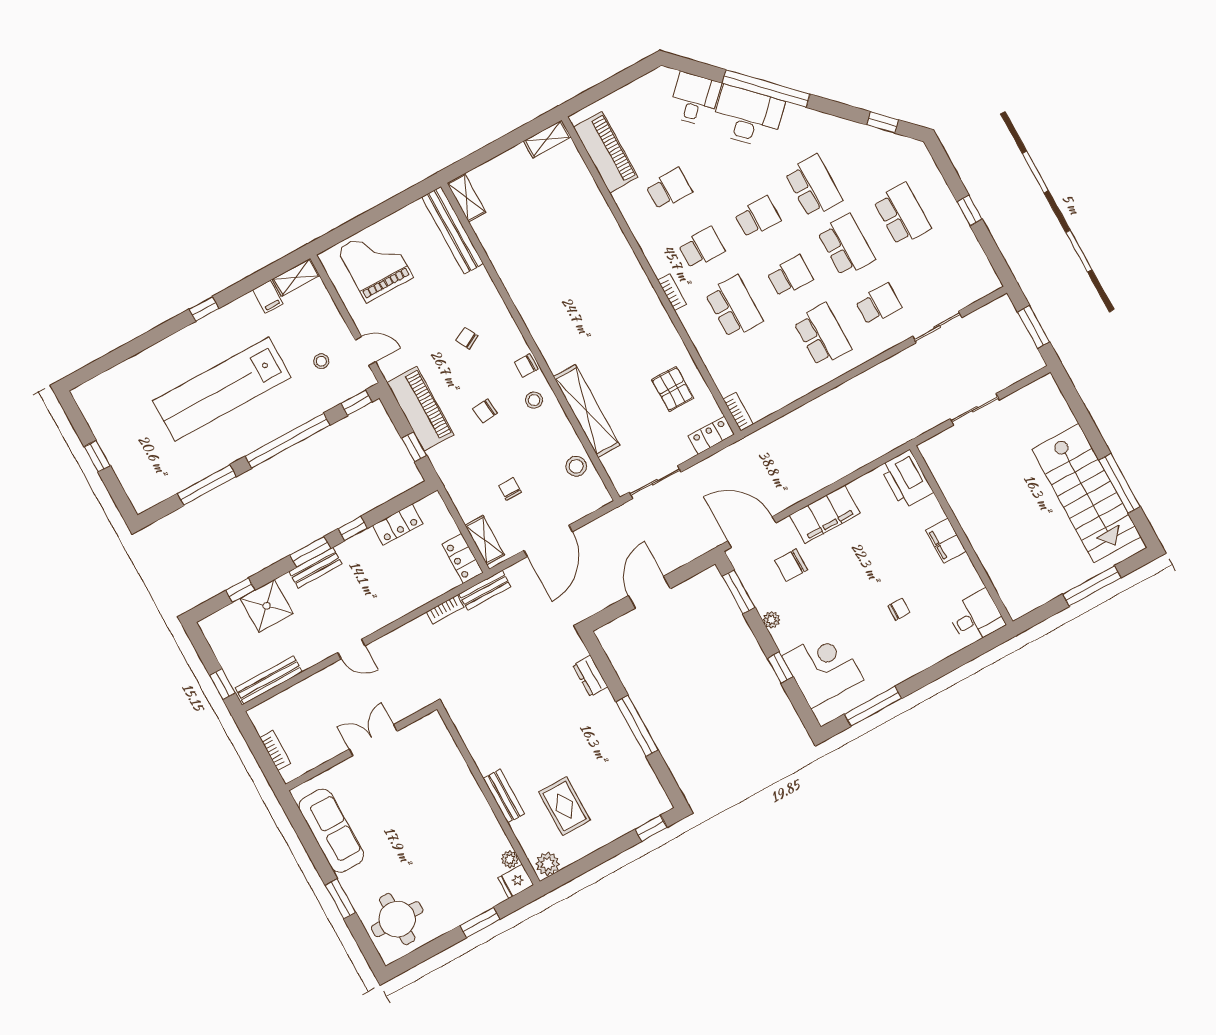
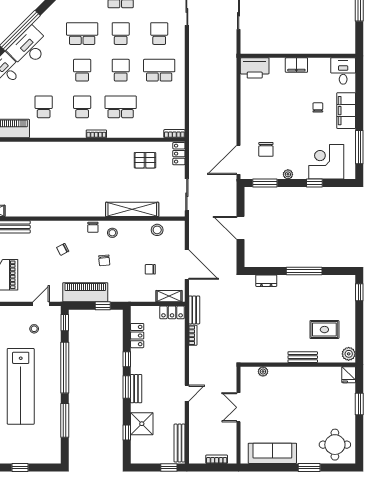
school desk: (846, 245) -> (121, 34), width x0.54
filing cabinet: (825, 514) -> (346, 111), moved, turned 180
plant: (510, 859) -> (263, 372), moved

